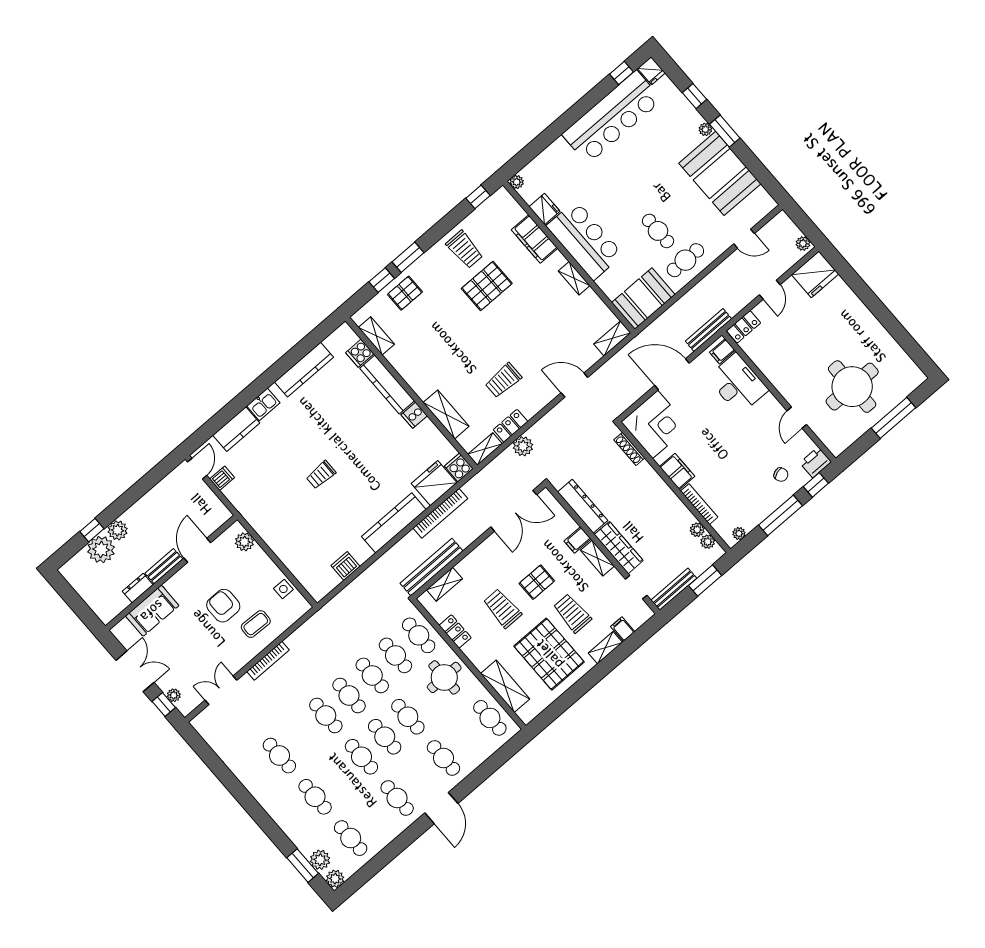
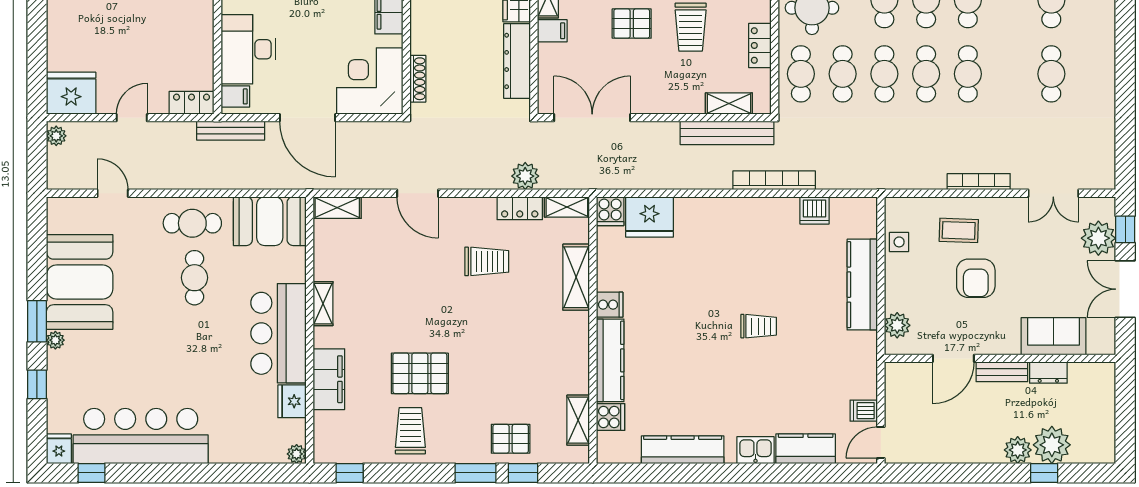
bookcase: (440, 513) -> (774, 180), moved
kitchen counter: (394, 523) -> (862, 285), moved, turned 90
plant: (174, 695) -> (1098, 238), width x1.88, depth x1.88

